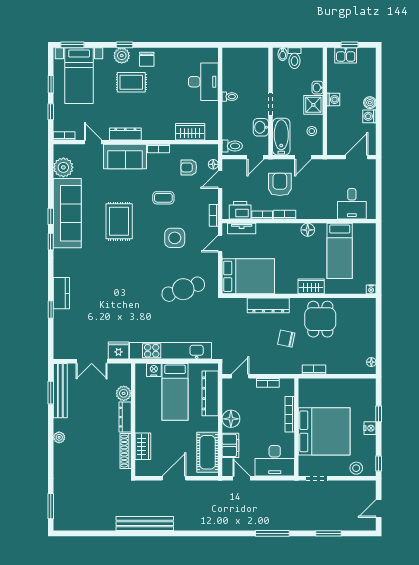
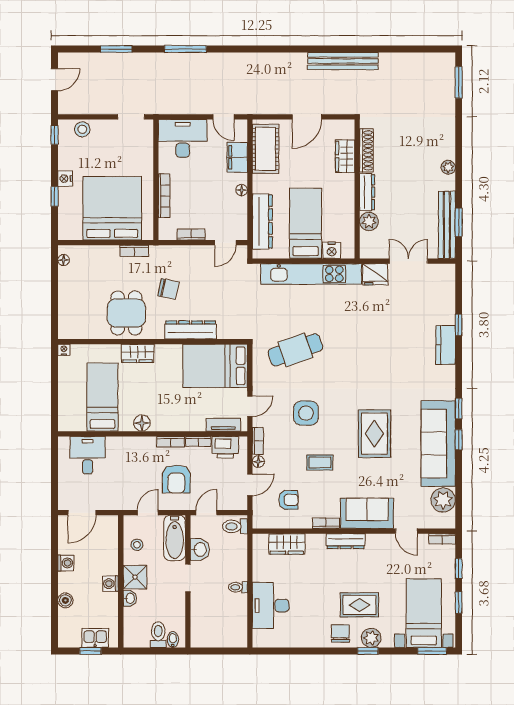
boiler: (370, 103) -> (65, 600), moved
dresser: (125, 134) -> (346, 541), moved
floor lamp: (213, 164) -> (258, 462), moved
floor lamp: (231, 419) -> (242, 190), width x0.53, depth x0.53
bed: (324, 431) -> (112, 208), moved, turned 90

